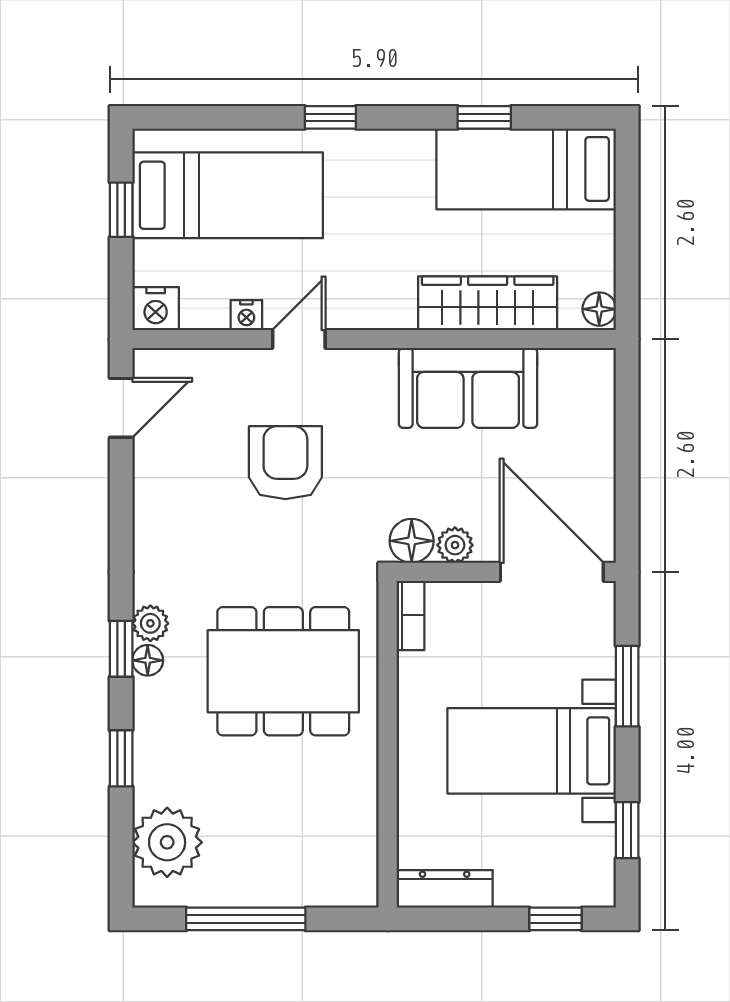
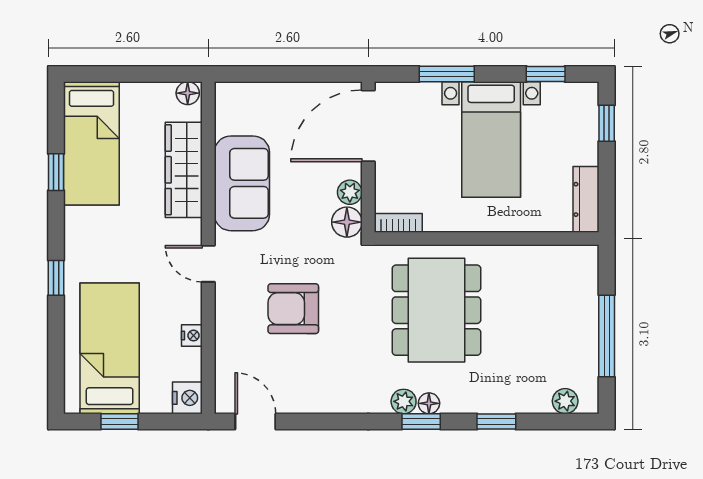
door: (299, 339) -> (208, 264), moved
plant: (167, 842) -> (565, 401), width x0.53, depth x0.53

